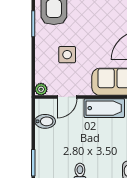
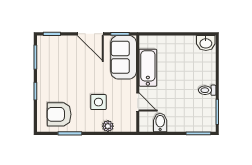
plant: (41, 89) -> (108, 126), moved

